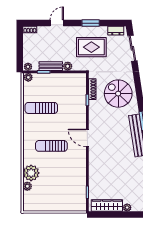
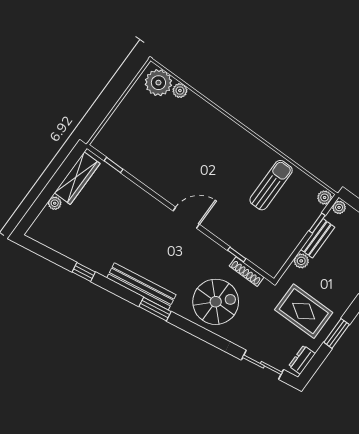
rug: (91, 47) -> (304, 311), turned 90
sun lounger: (51, 146) -> (211, 162), removed
plant: (31, 173) -> (158, 83), moved

